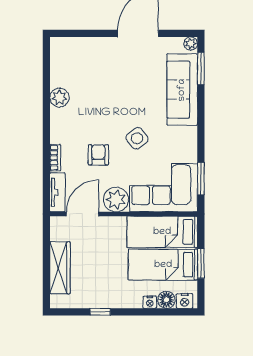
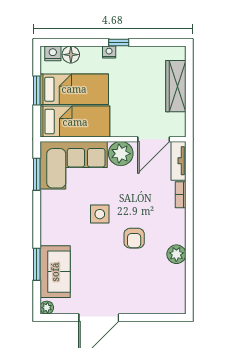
window: (201, 68) -> (37, 264), moved
sofa: (182, 90) -> (55, 272), width x0.73
side table: (137, 138) -> (100, 214), turned 37
armchair: (98, 155) -> (134, 238), moved
nightstand: (150, 302) -> (109, 52), moved
window: (100, 312) -> (119, 43), moved

